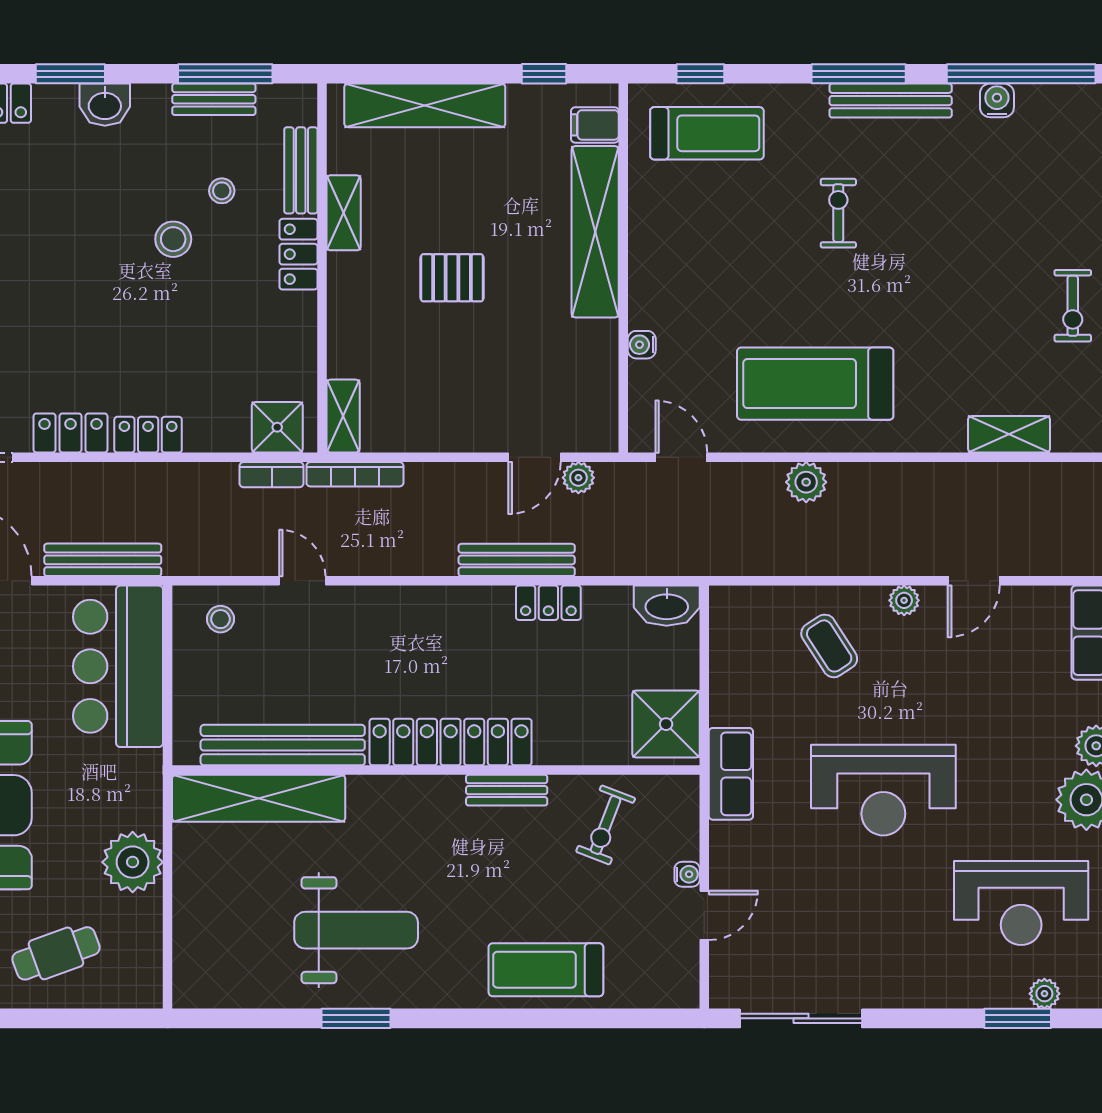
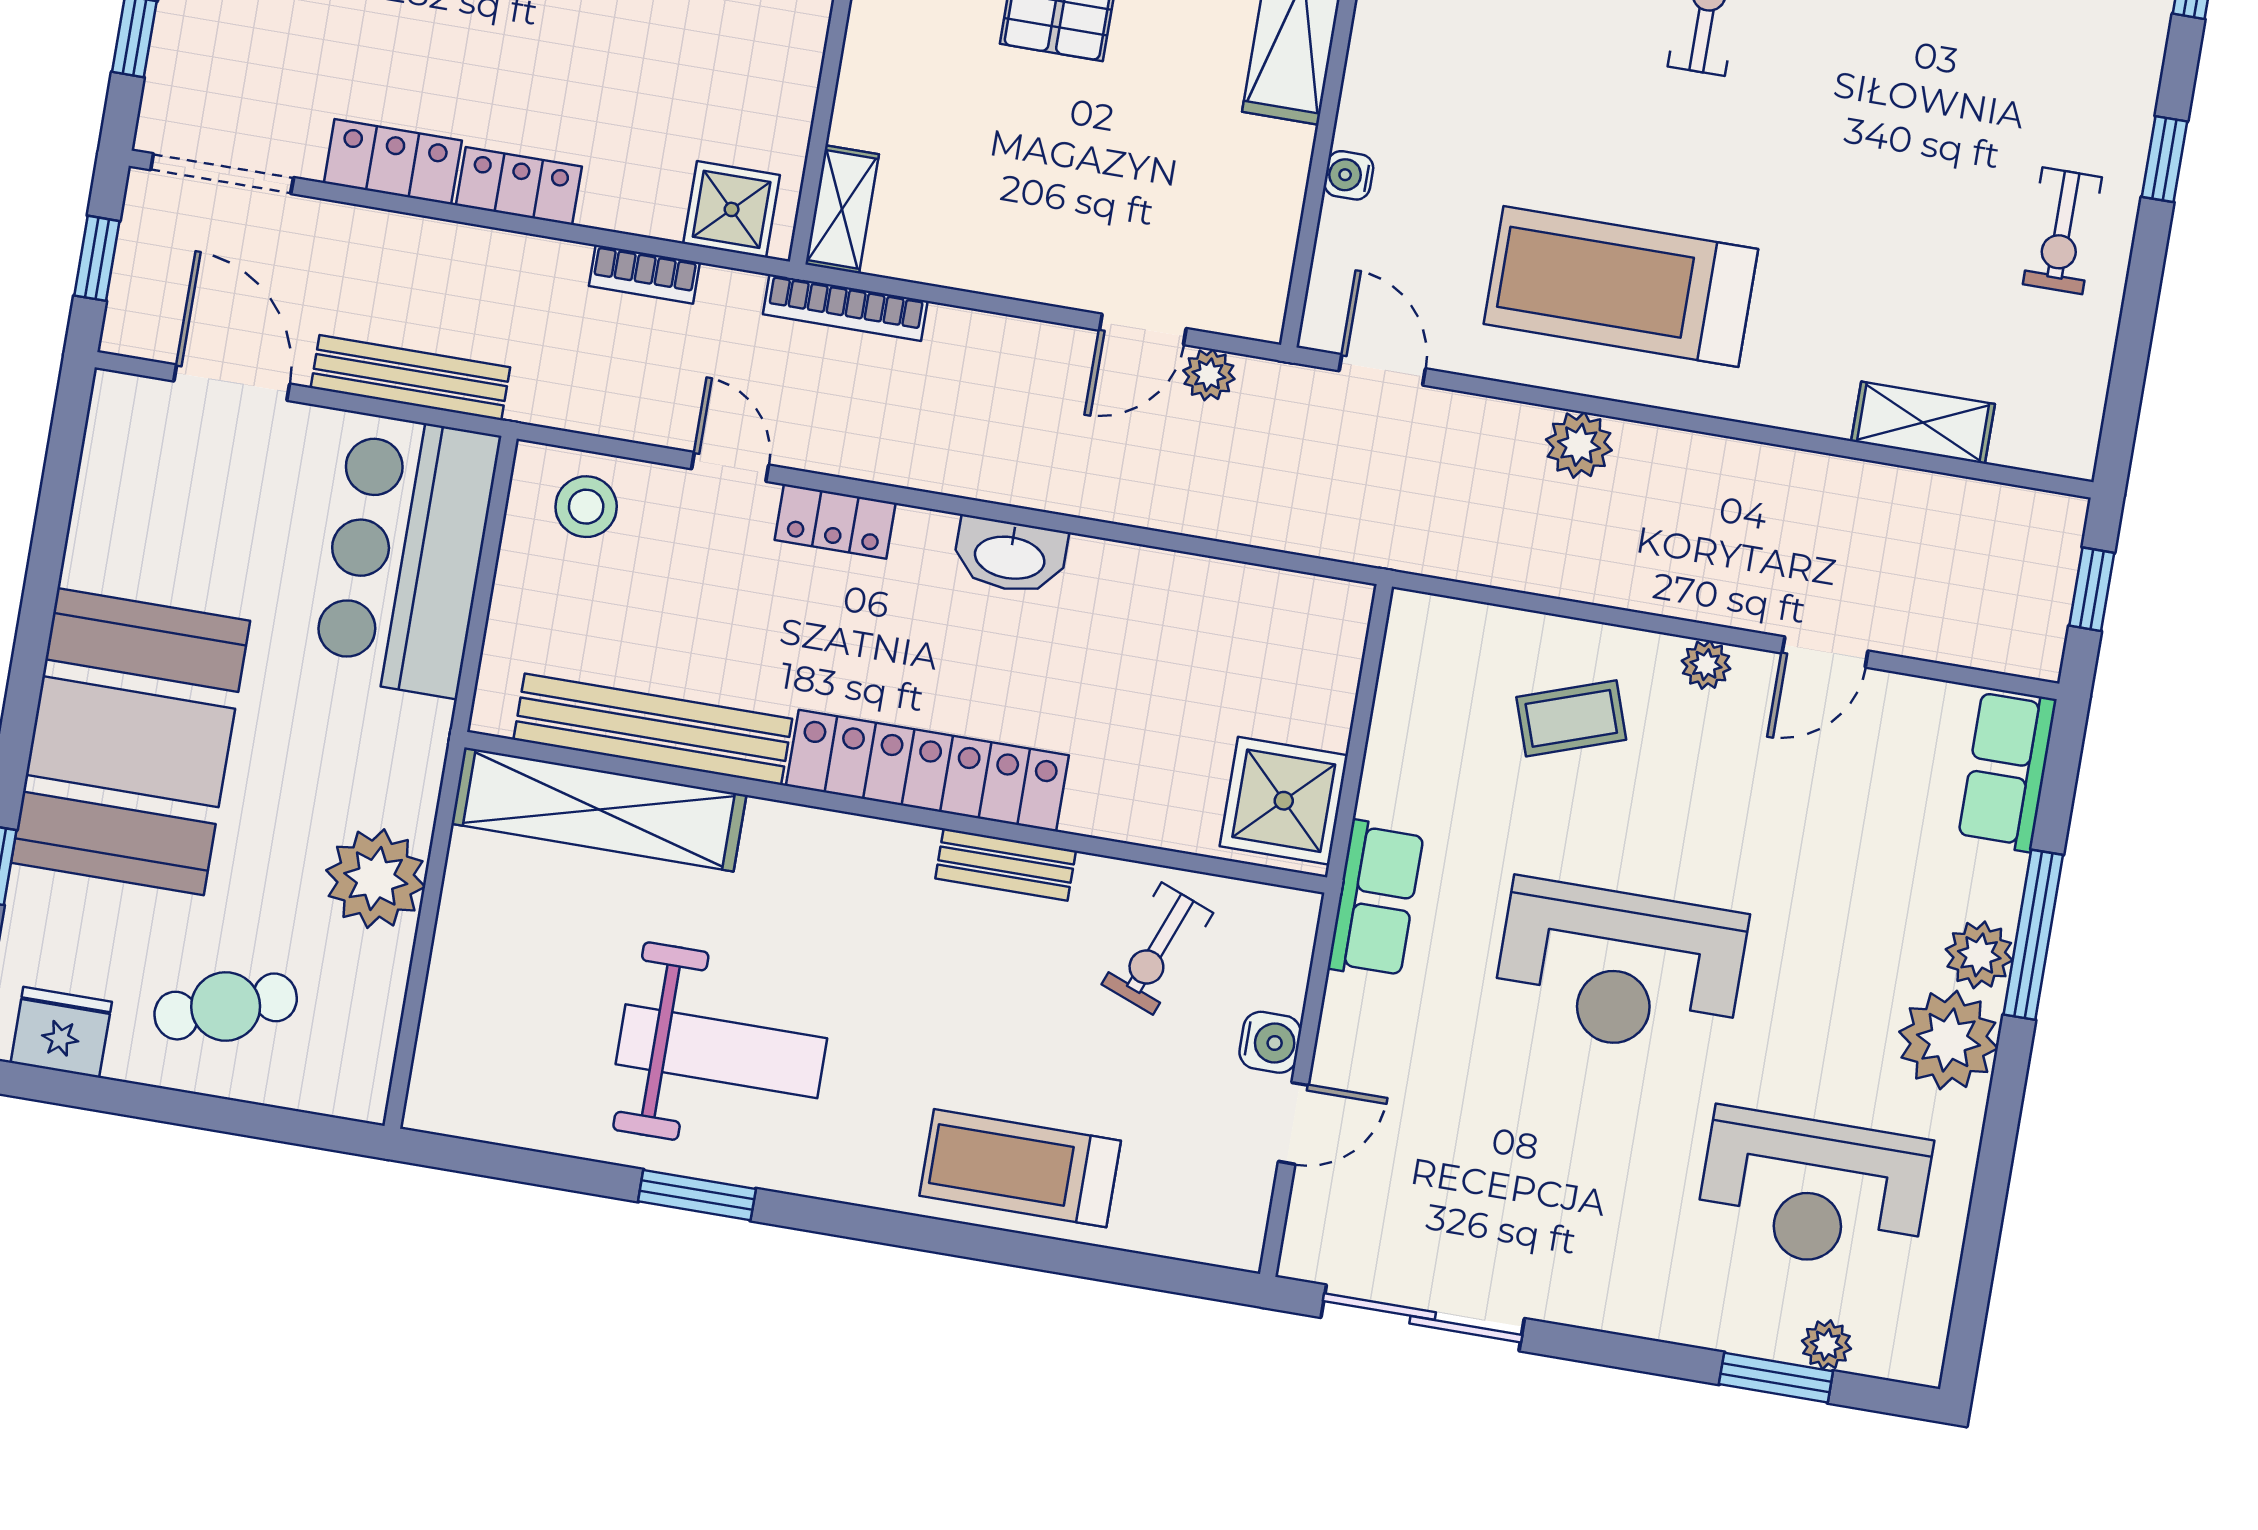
bookcase: (272, 475) -> (644, 274), moved
bench: (517, 560) -> (1085, 492), removed
locker: (548, 603) -> (835, 521), moved
washbasin: (667, 606) -> (1010, 556), moved
stool: (220, 619) -> (586, 507), width x1.37, depth x1.37
coffee table: (829, 646) -> (1571, 718), turned -76
water cooler: (687, 874) -> (1270, 1042), width x1.38, depth x1.38

